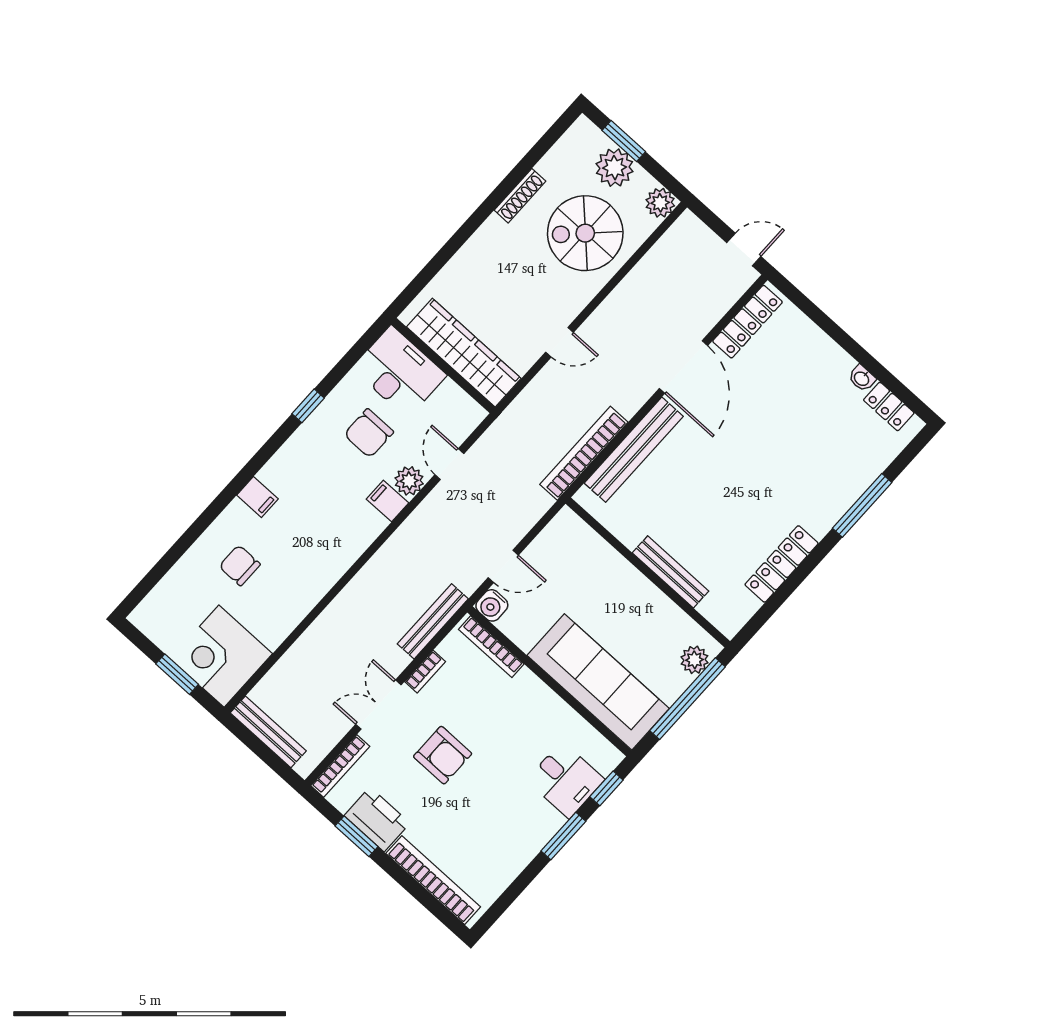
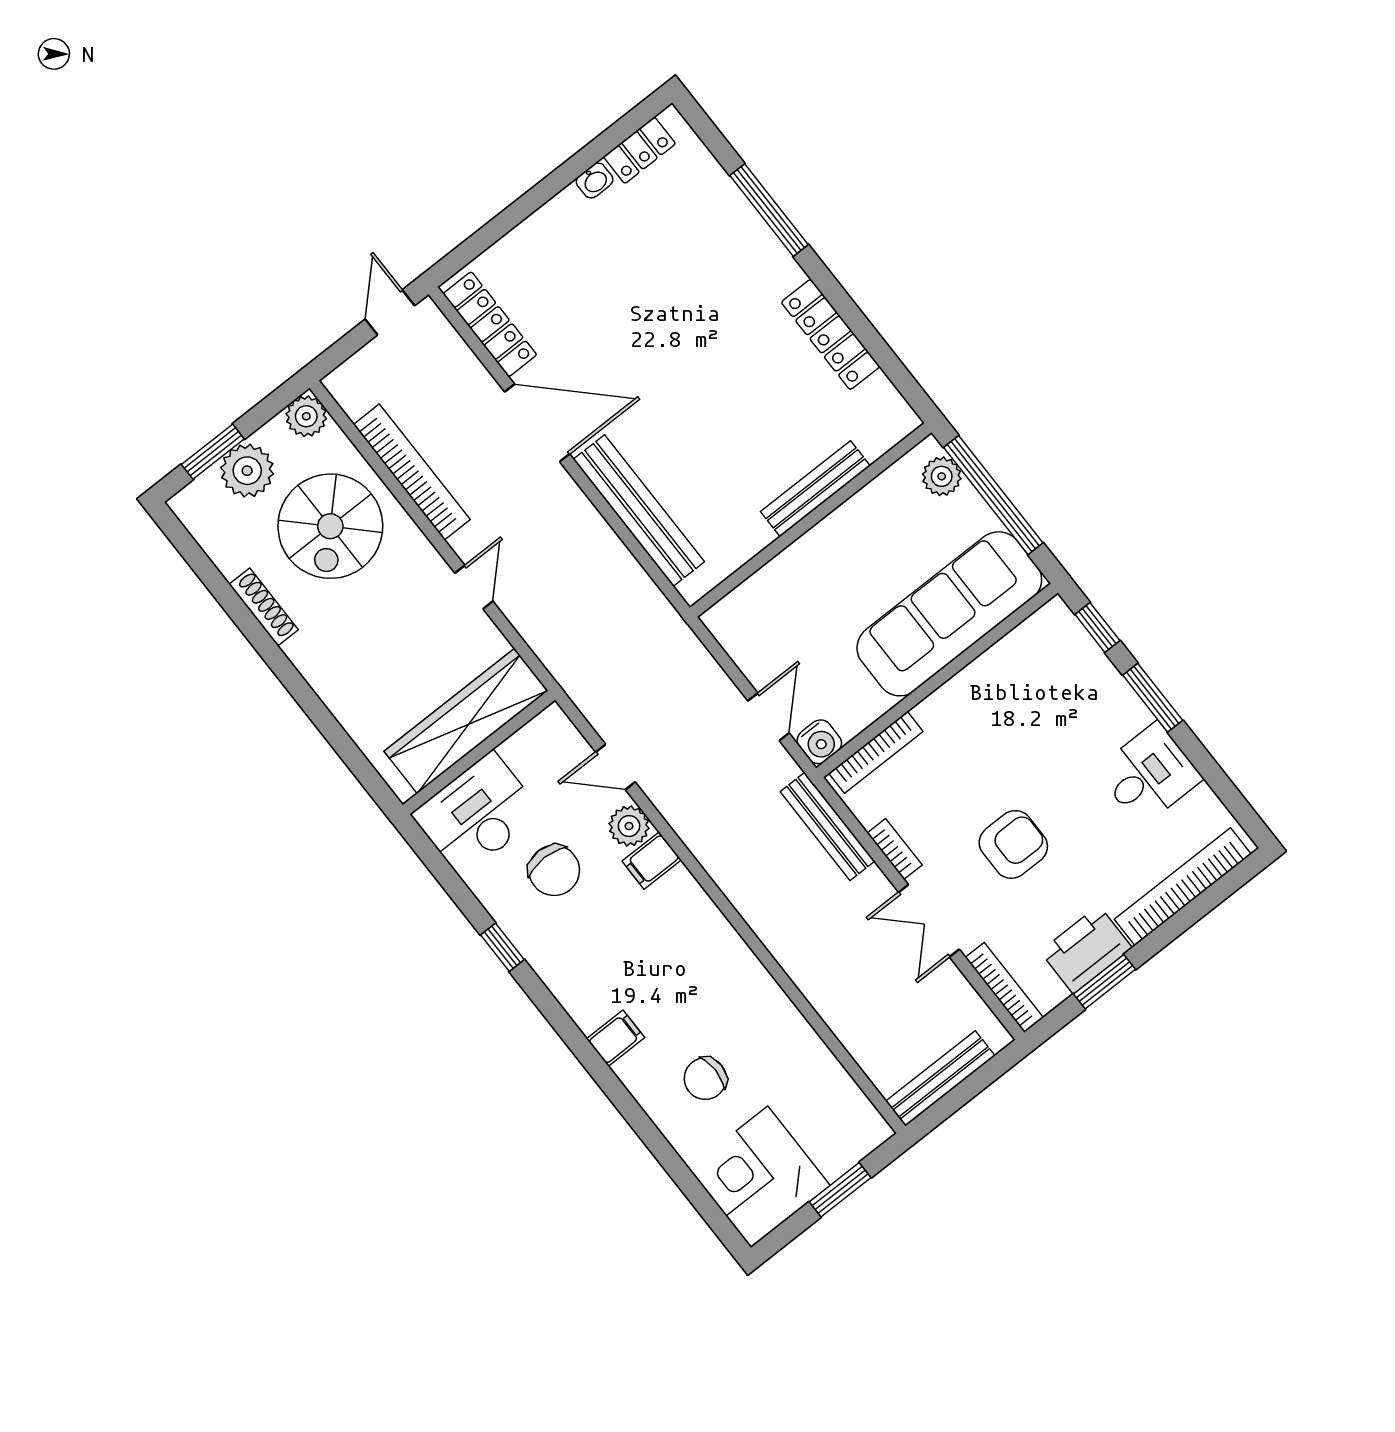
bookcase: (584, 453) -> (412, 472), moved, turned 180
corner desk: (221, 656) -> (759, 1177), moved, turned 90
desk: (565, 780) -> (1149, 774), moved

